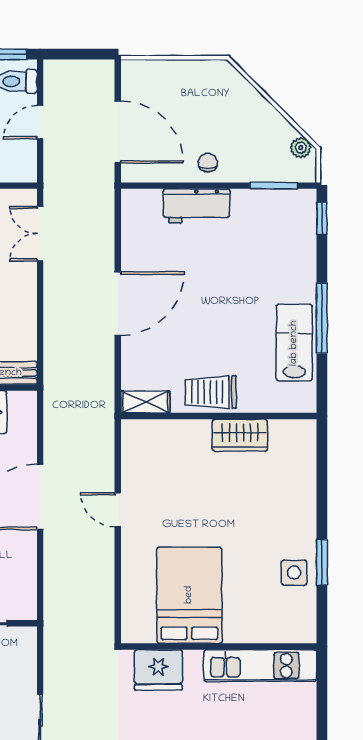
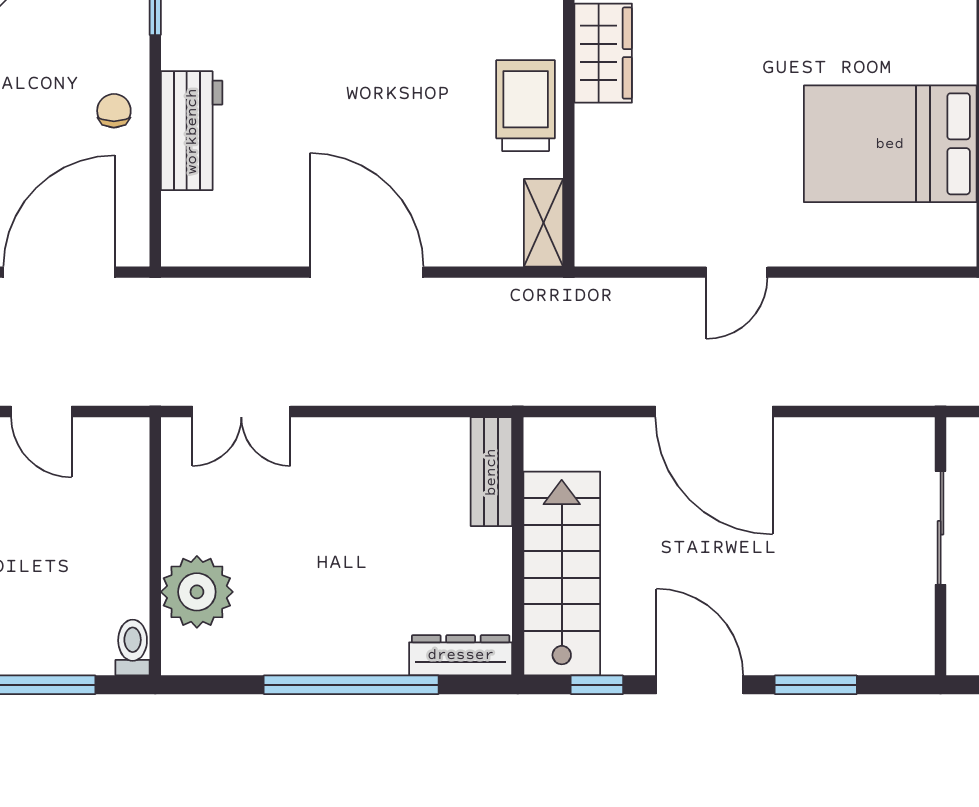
chair: (208, 163) -> (114, 111), turned 90
trolley: (211, 392) -> (526, 106), turned 180

